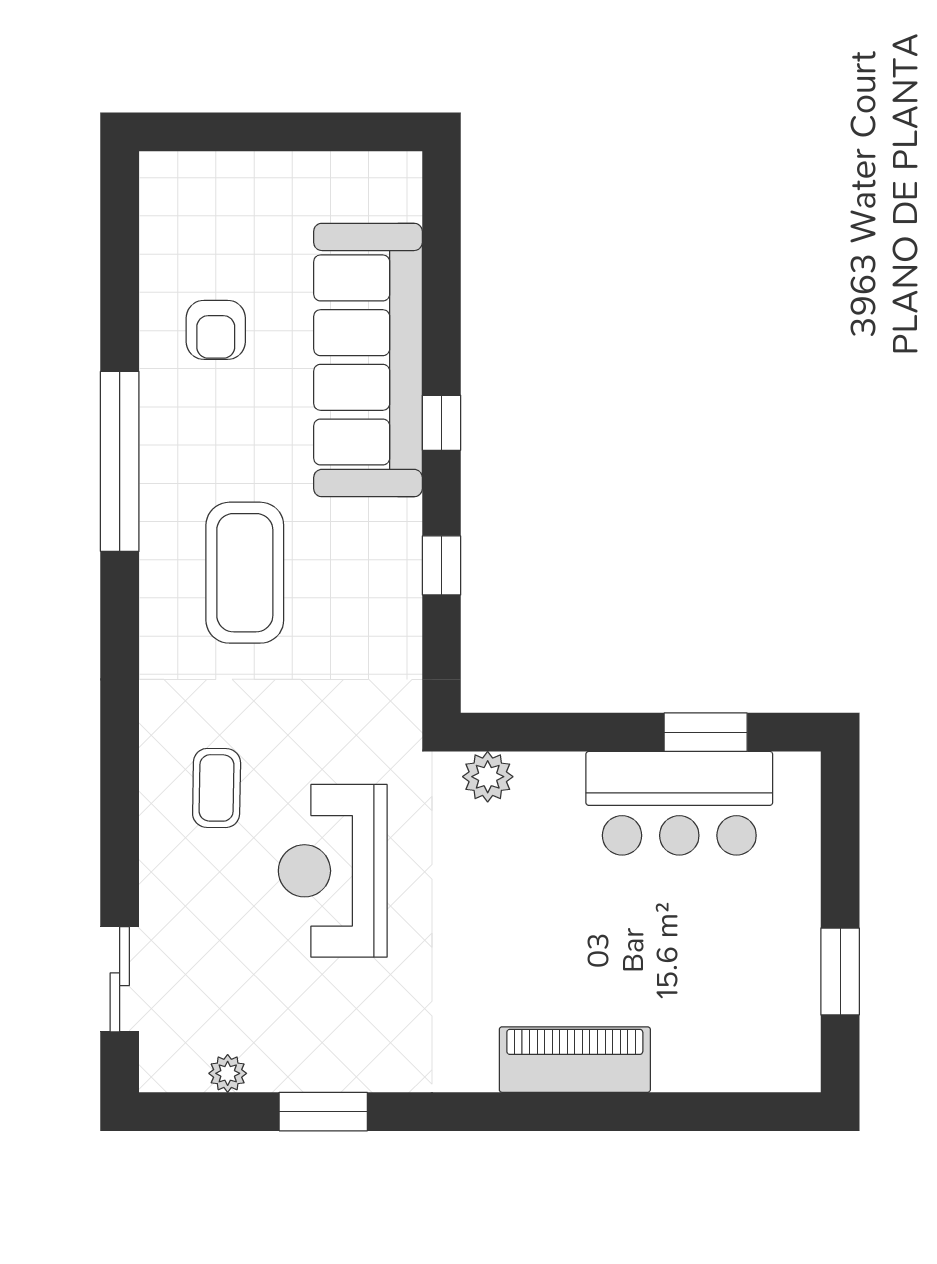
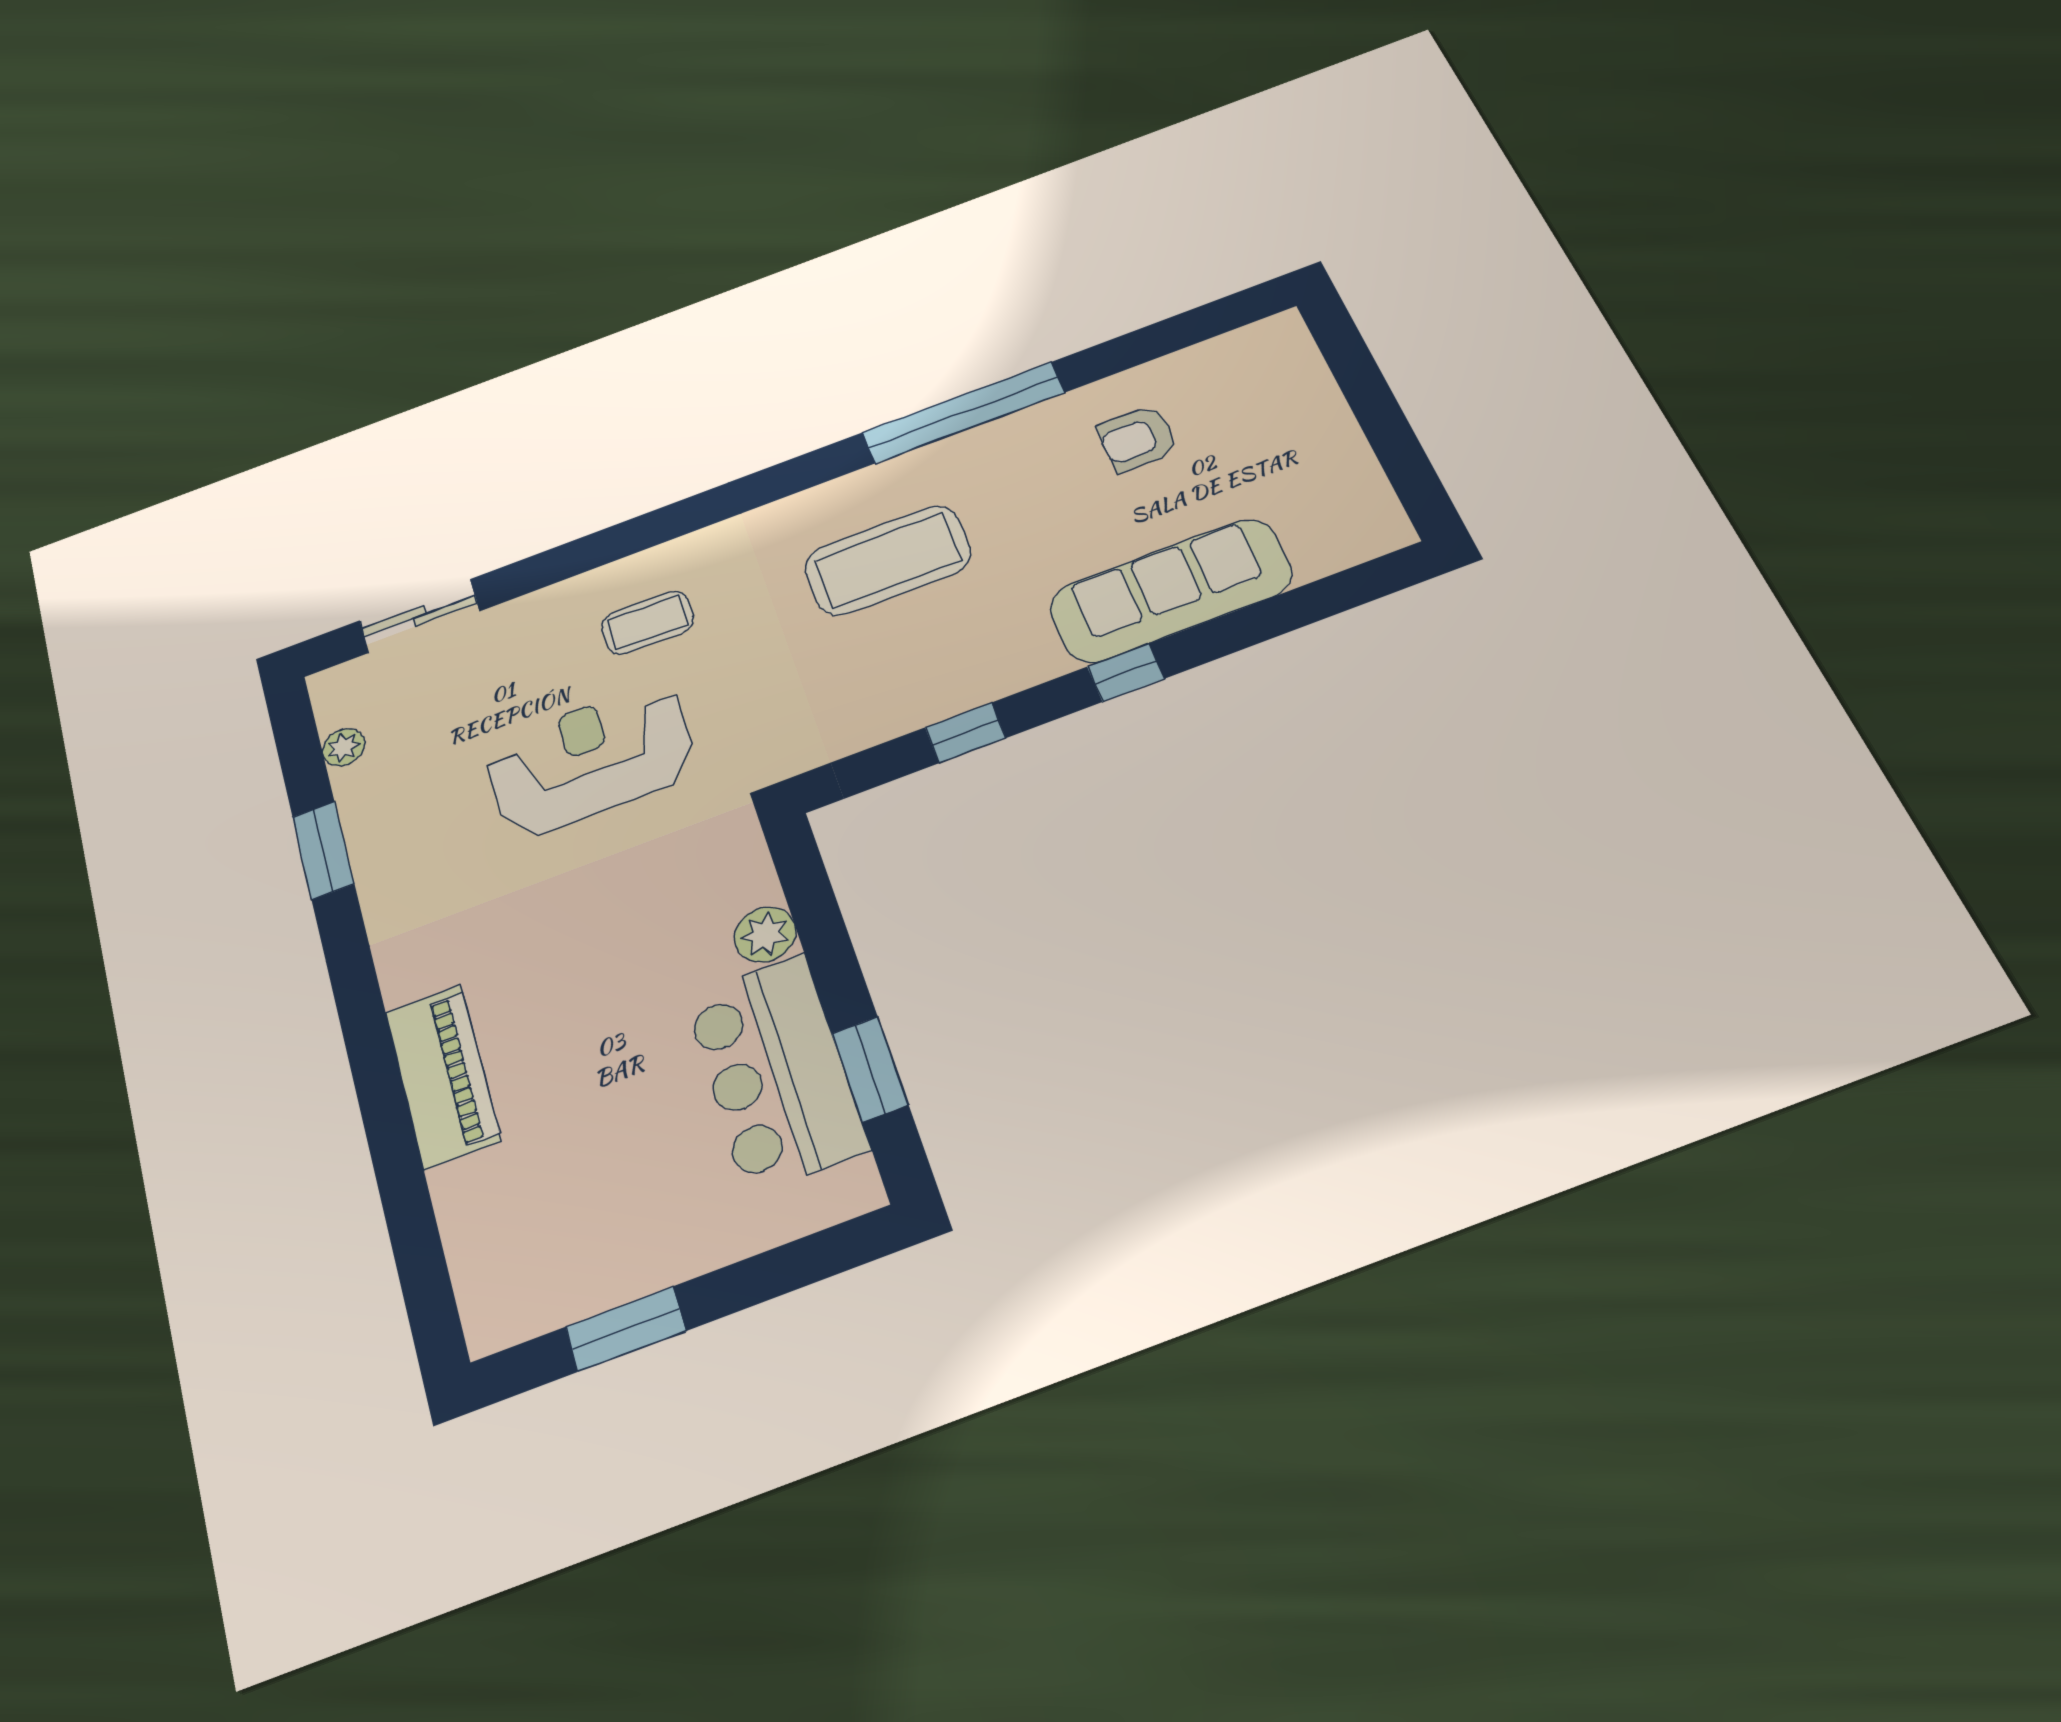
sofa: (368, 360) -> (1171, 590), width x0.74, depth x0.79
plant: (488, 777) -> (765, 934), moved

